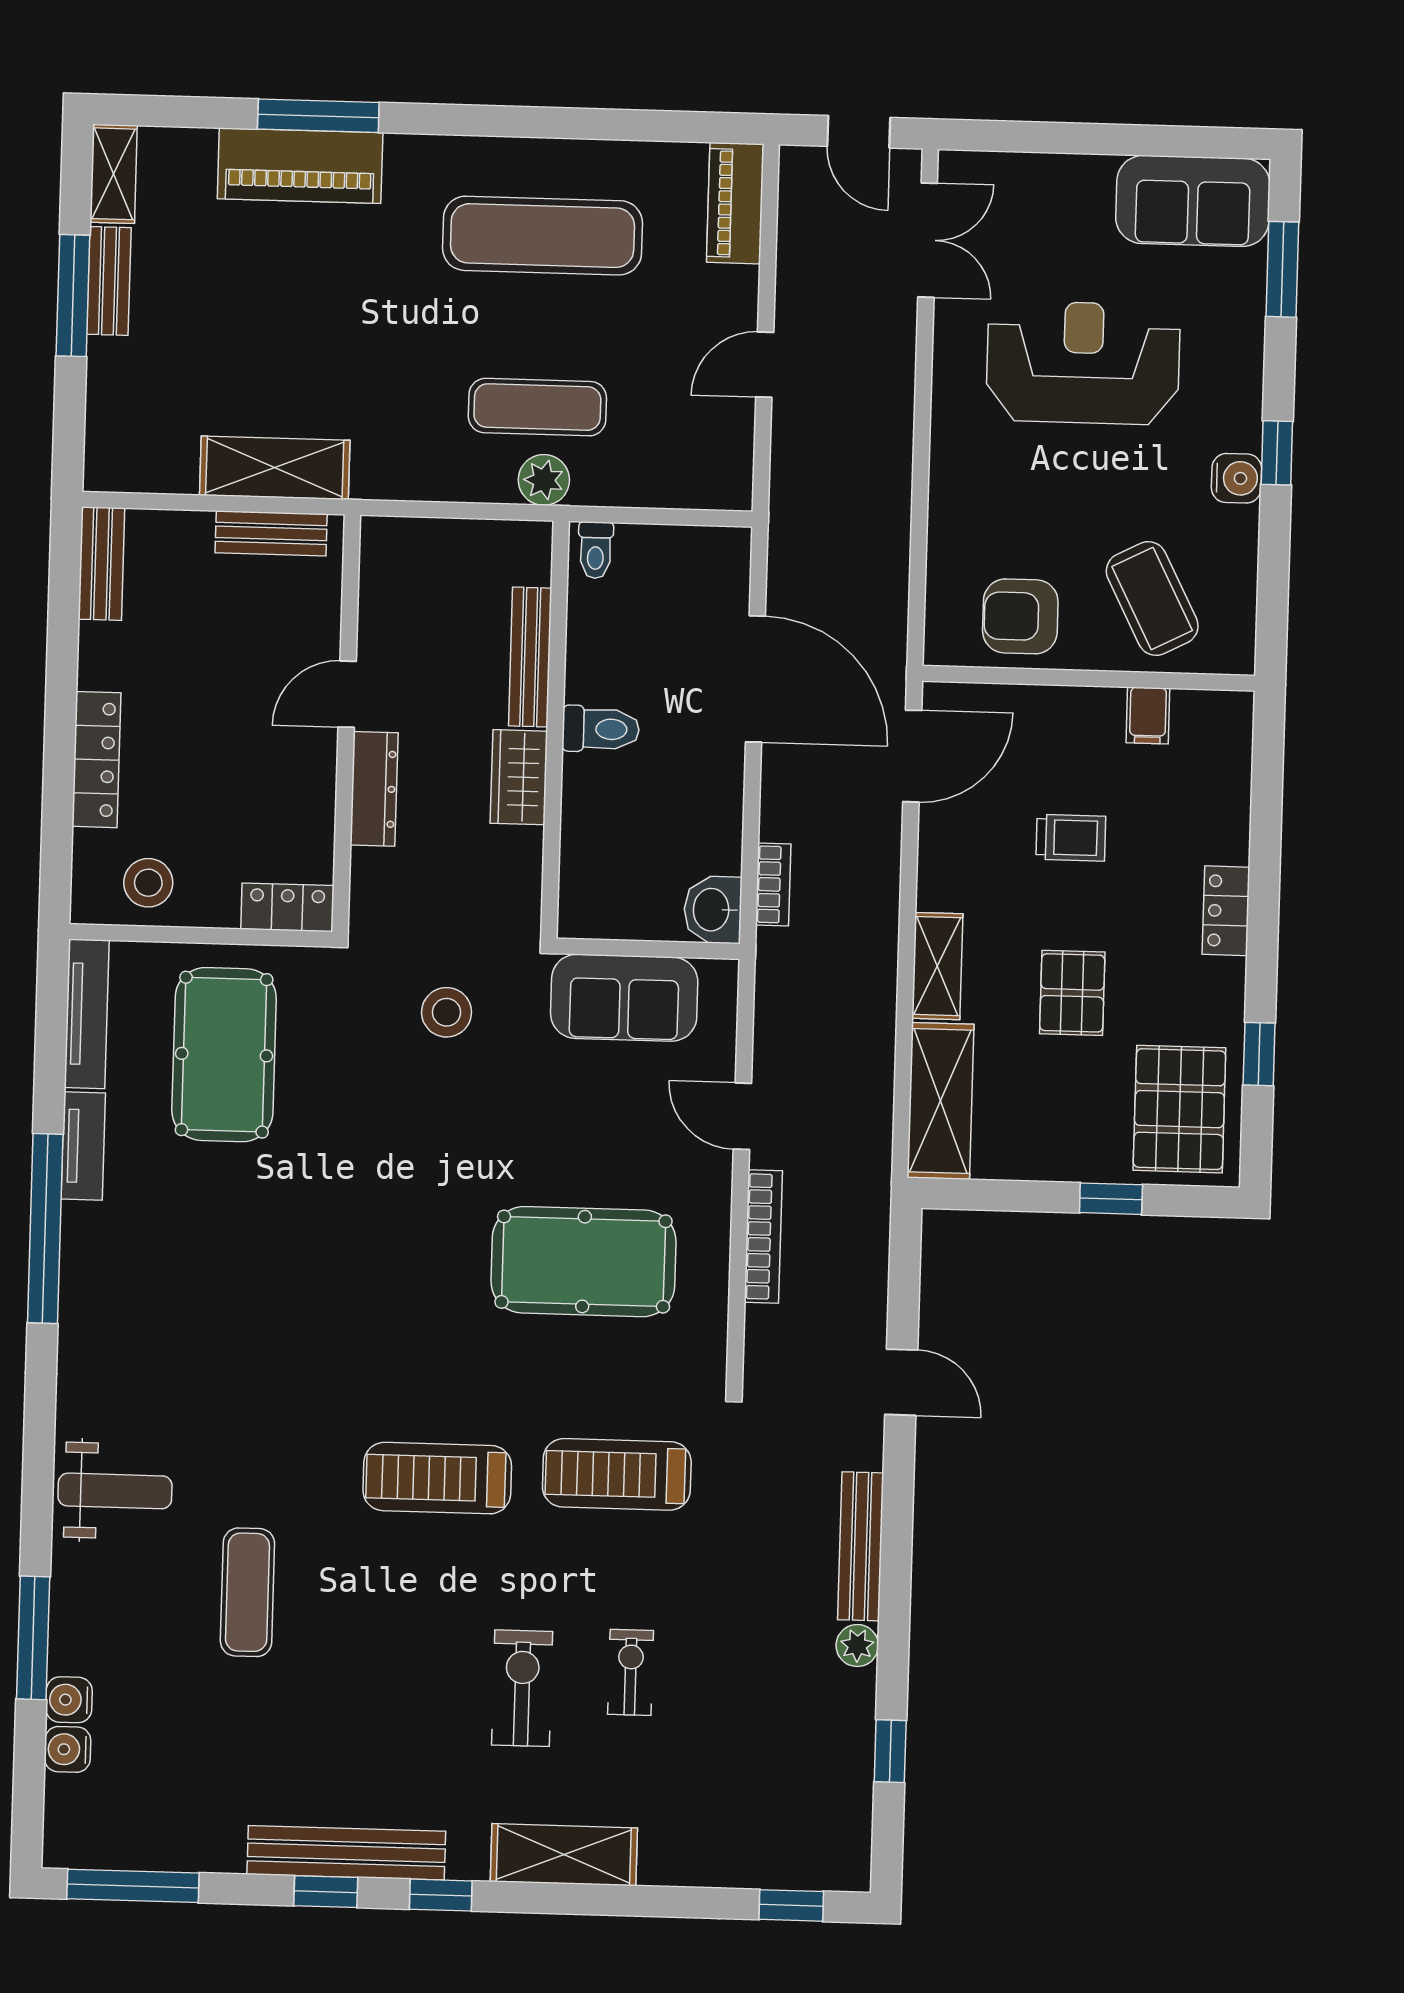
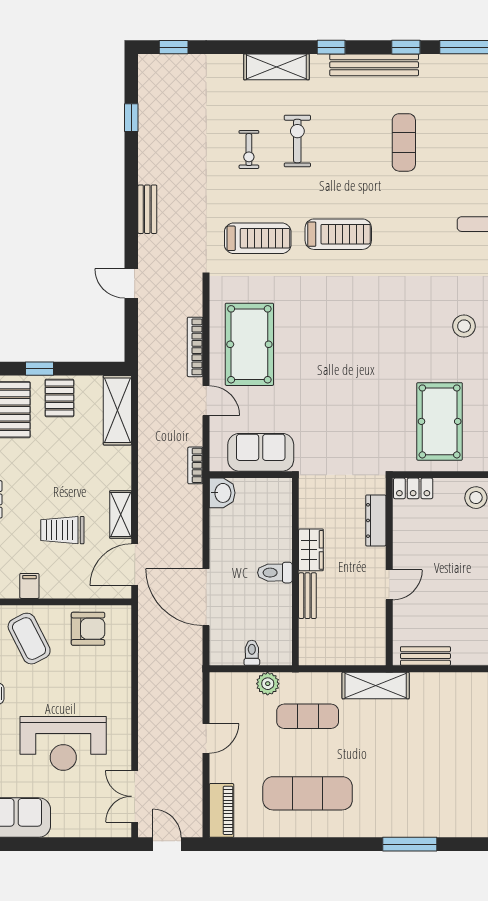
piano: (300, 166) -> (417, 821), removed
shelving: (275, 468) -> (376, 686), moved
plant: (544, 480) -> (268, 684), moved
toilet: (596, 550) -> (252, 653), moved
bench: (530, 657) -> (307, 596), width x0.73
dresser: (374, 789) -> (376, 520), moved
trolley: (1071, 838) -> (62, 530), width x1.36, depth x1.39
bookcase: (773, 884) -> (195, 465), moved
shelving: (937, 966) -> (121, 515), moved
pallet: (1072, 993) -> (59, 398), moved
stool: (447, 1012) -> (464, 326), moved
pool table: (584, 1262) -> (249, 344), moved, turned 90
bench: (861, 1546) -> (147, 209), width x0.73
exercise mat: (247, 1592) -> (404, 142), moved
plant: (857, 1645) -> (147, 165), removed
exercise bike: (522, 1688) -> (297, 141), turned 180
window: (326, 1892) -> (406, 47), moved

